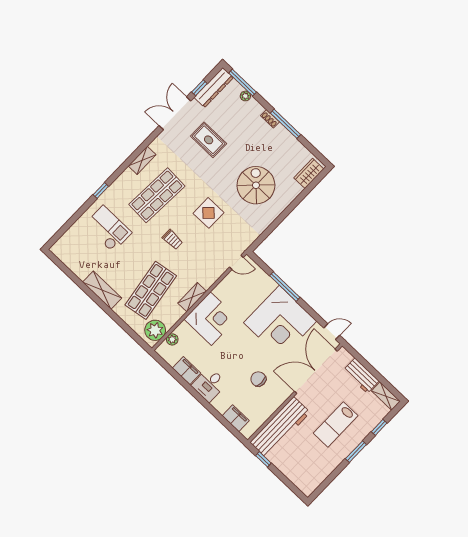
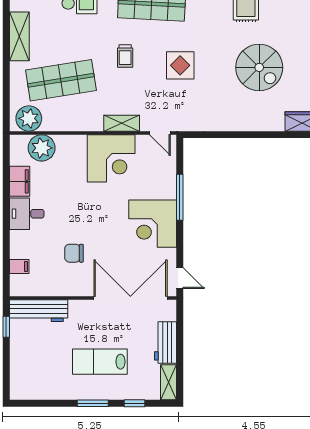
spiral stairs: (256, 185) -> (259, 67), moved, turned 90
shelving: (192, 297) -> (122, 123), moved
corner desk: (211, 319) -> (111, 158), moved
corner desk: (280, 322) -> (153, 224), width x0.74, depth x0.74
plant: (172, 339) -> (42, 148), width x1.88, depth x1.88
chair: (258, 379) -> (74, 253), turned -90
filing cabinet: (236, 418) -> (19, 267), width x0.50
workbench: (280, 427) -> (39, 311), width x0.73, depth x0.76

